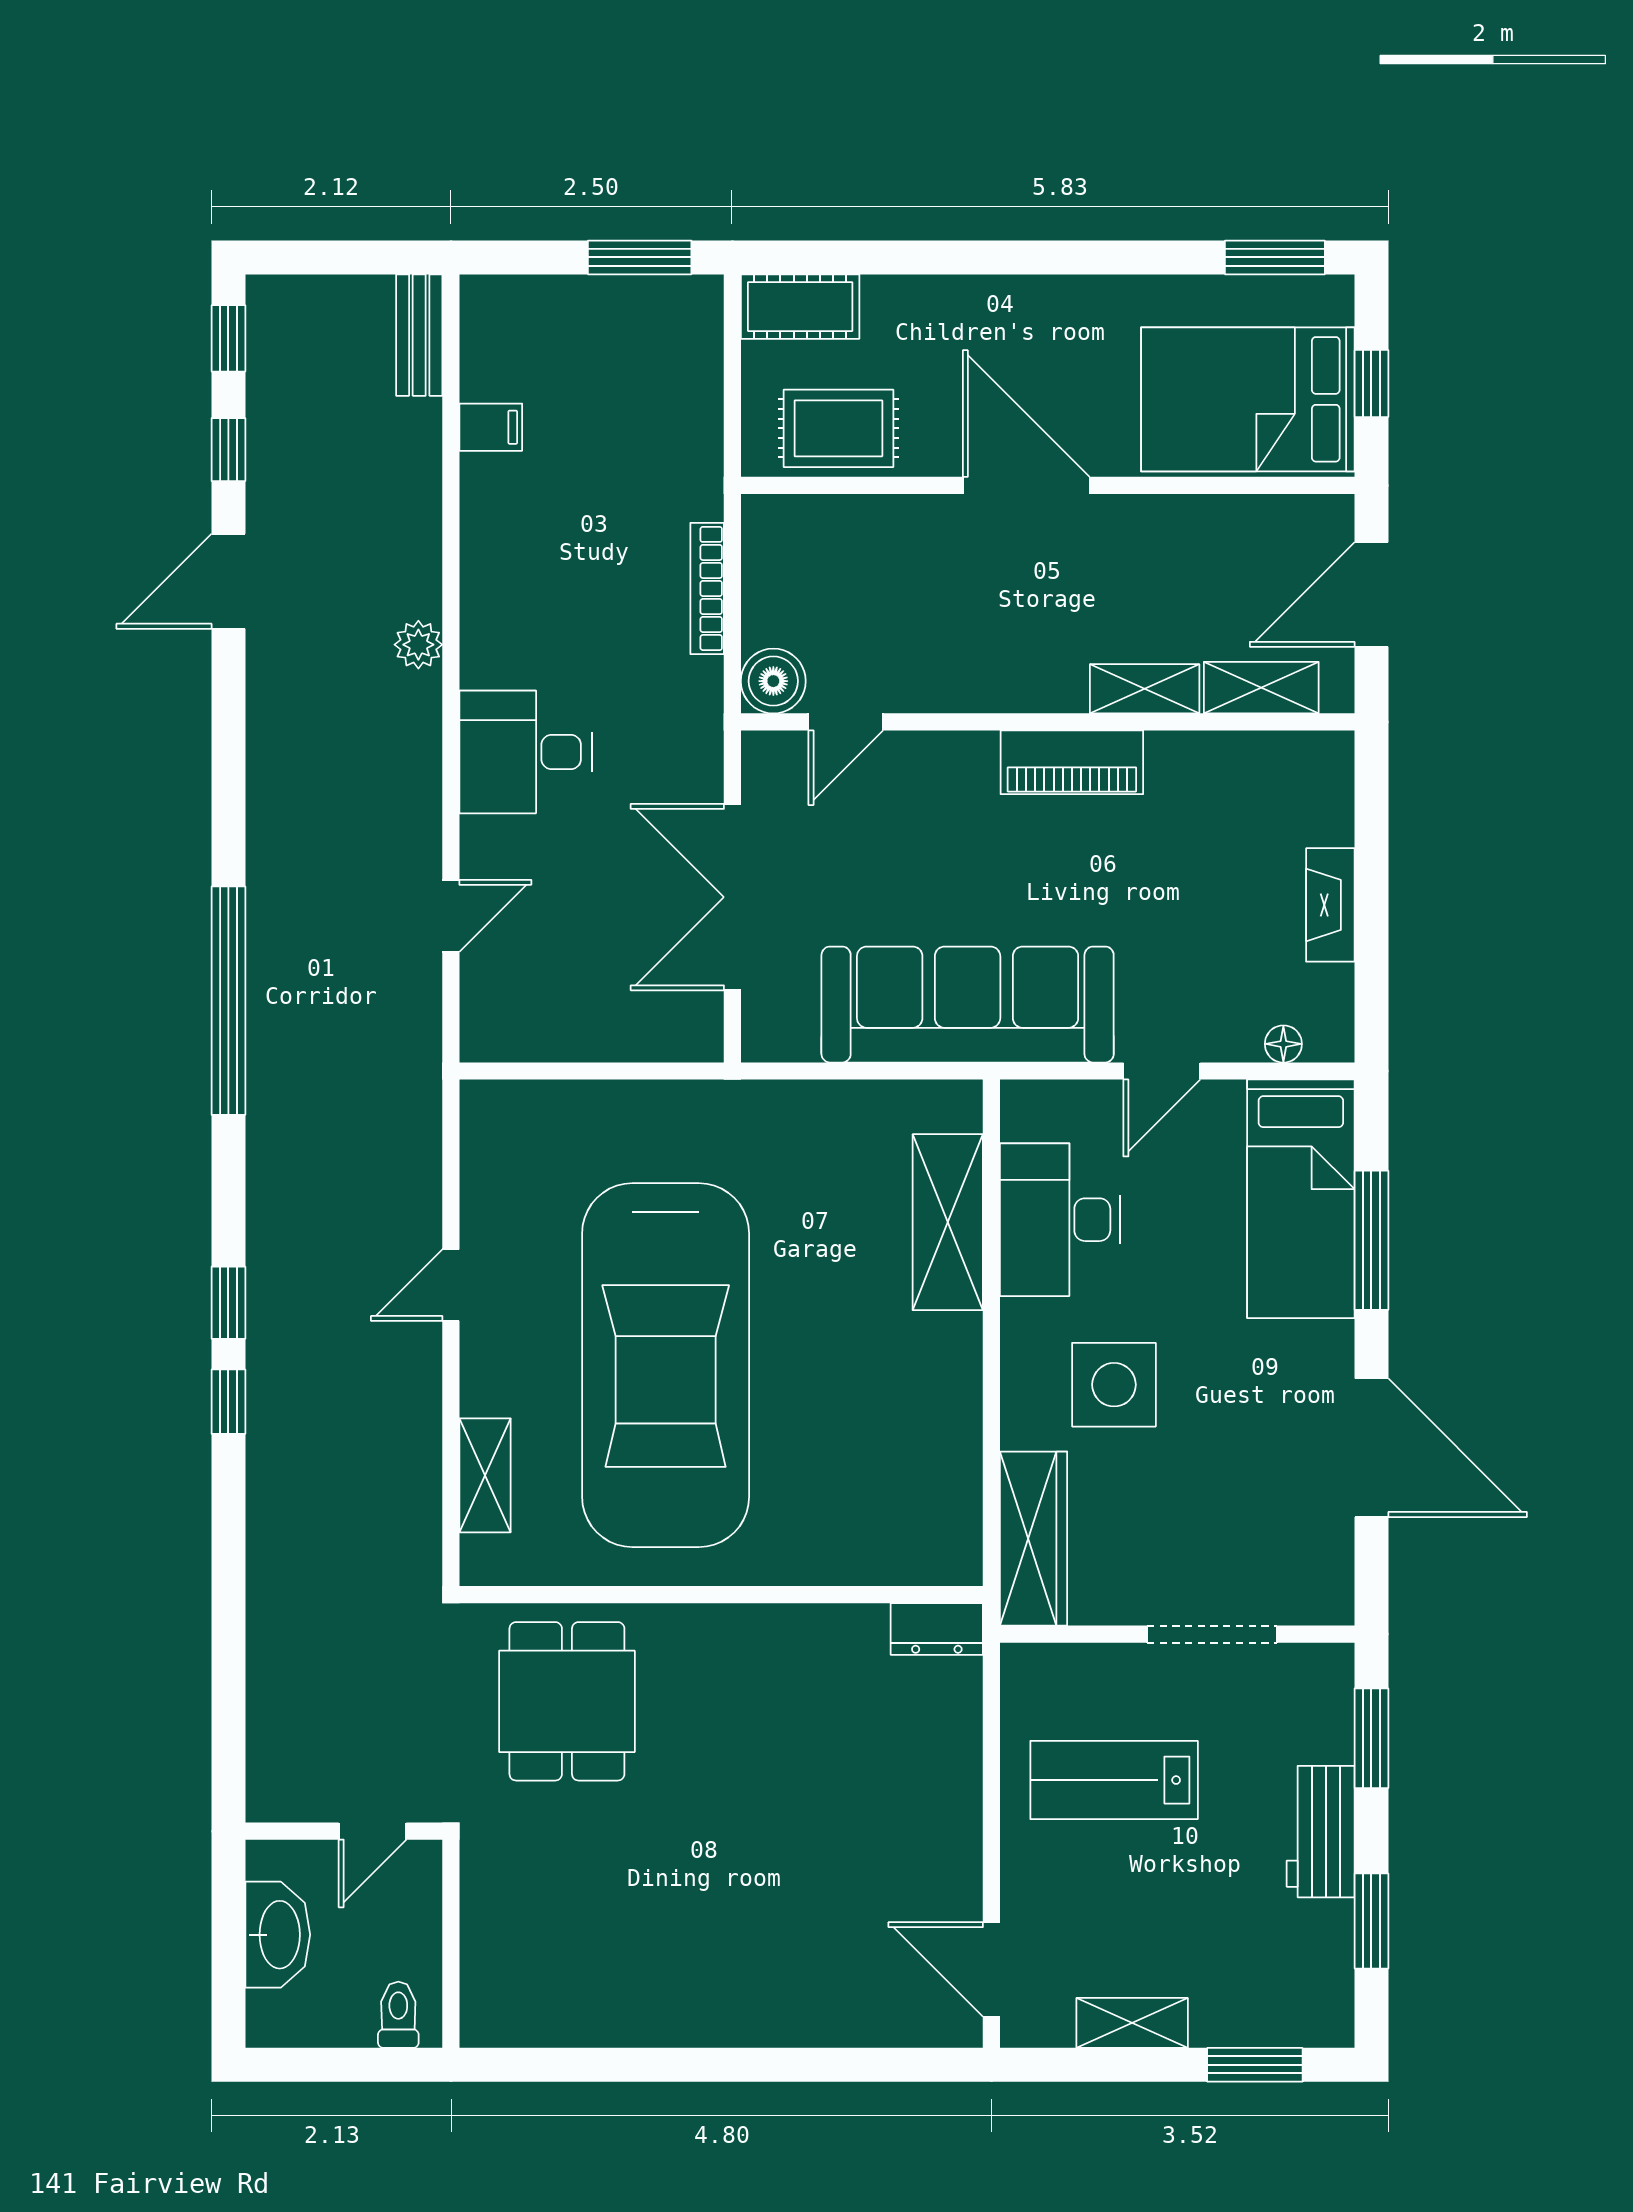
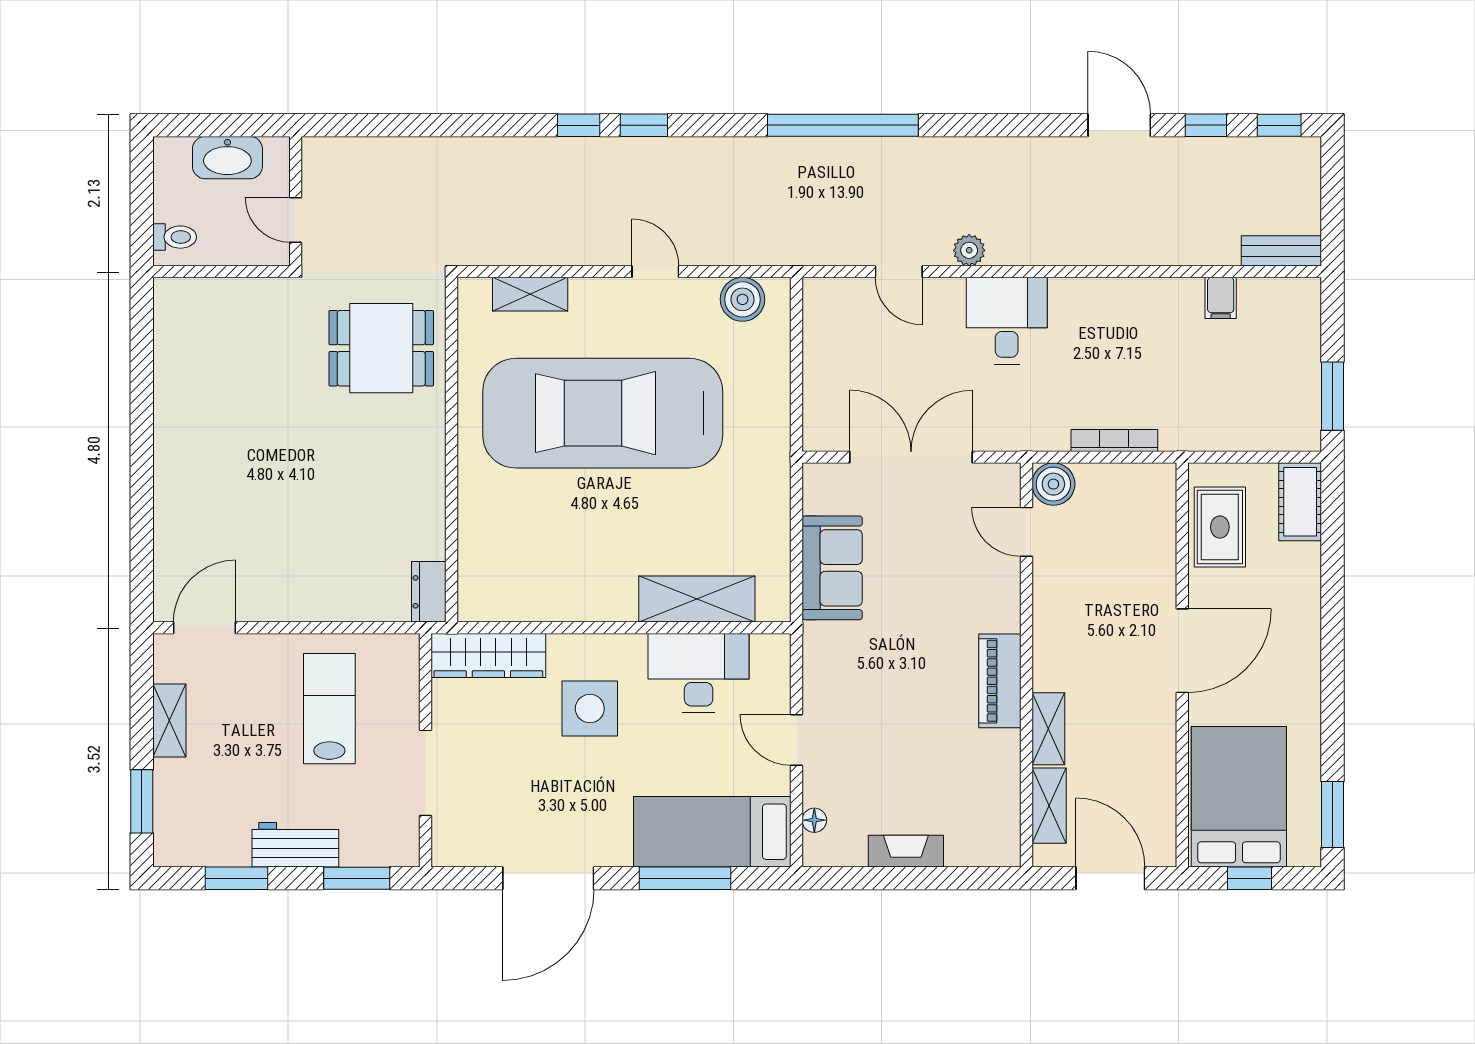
plant: (418, 645) -> (969, 250), moved
sofa: (968, 1005) -> (832, 568), width x0.54, depth x0.79
boiler: (493, 1153) -> (742, 299), added

